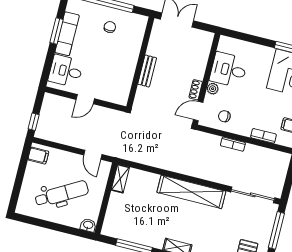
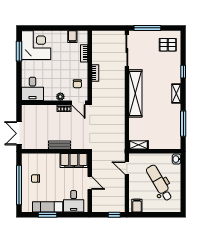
desk: (229, 70) -> (33, 89), moved
filing cabinet: (121, 85) -> (74, 160), added
door: (93, 155) -> (127, 168), swing flipped

